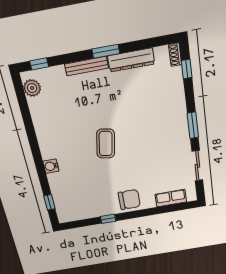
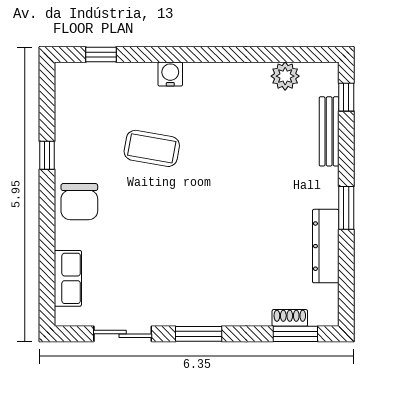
shoe rack: (175, 55) -> (290, 318), moved
bench: (87, 66) -> (329, 131), moved
window: (187, 69) -> (295, 334), width x1.50
plant: (32, 88) -> (285, 76), moved
coffee table: (106, 144) -> (152, 148), moved

